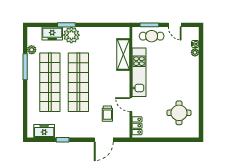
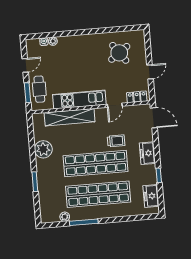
freezer: (52, 34) -> (147, 153), moved, turned 180
plant: (71, 35) -> (43, 149), moved
shelving: (123, 55) -> (70, 117), width x1.47
round table: (179, 113) -> (119, 53), turned -36
trolley: (107, 114) -> (116, 141), moved
door: (104, 140) -> (154, 118), moved
door: (159, 140) -> (150, 72), added

